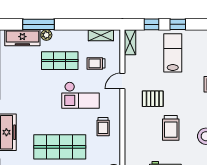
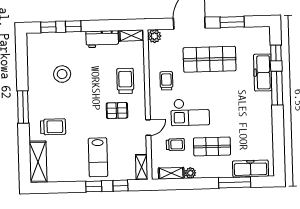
plant: (46, 35) -> (190, 173), moved
checkout: (80, 95) -> (190, 112), turned 180
trolley: (171, 128) -> (125, 81), moved

